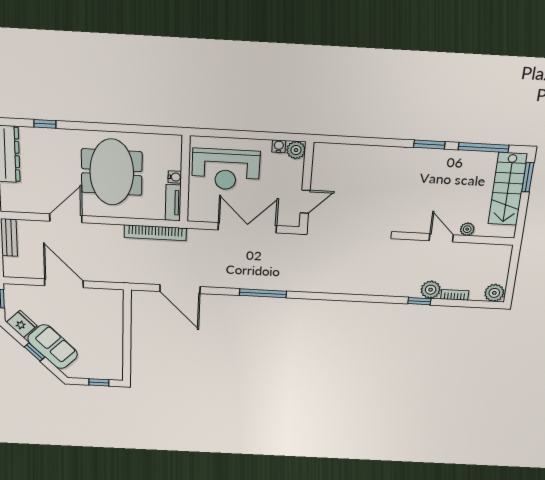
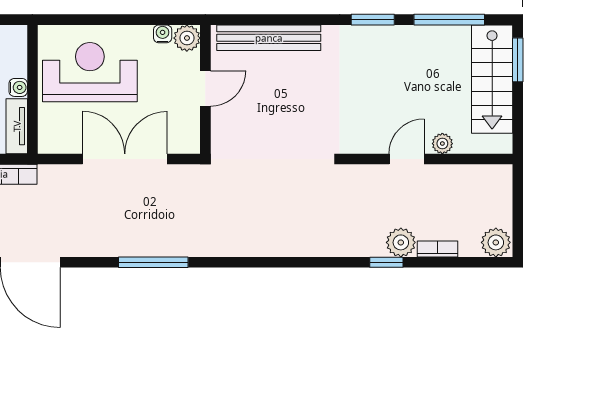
bench: (354, 153) -> (269, 38), added
reception desk: (226, 169) -> (90, 72), turned 180
door: (305, 202) -> (205, 88), moved
door: (441, 238) -> (407, 159), hinge flipped

